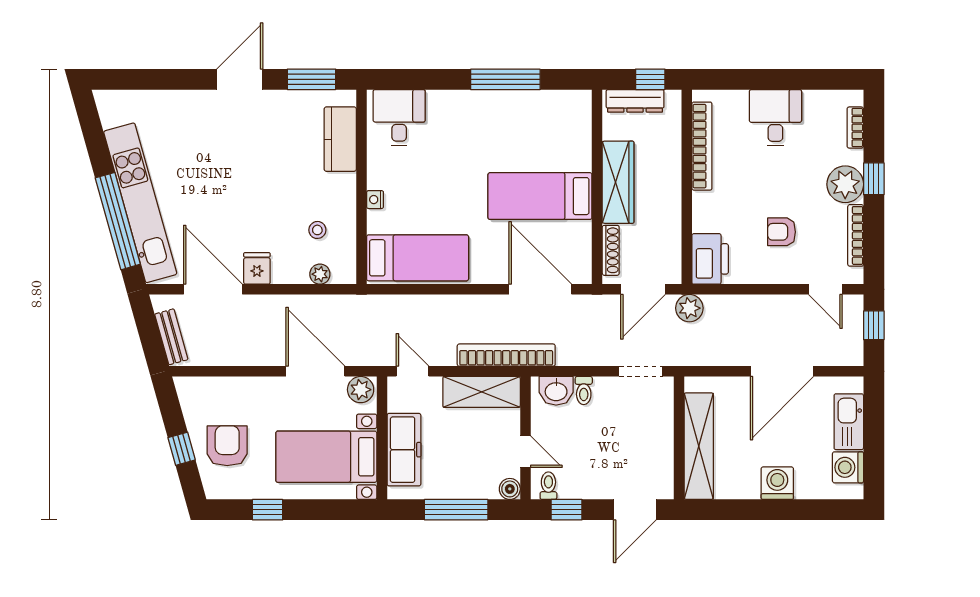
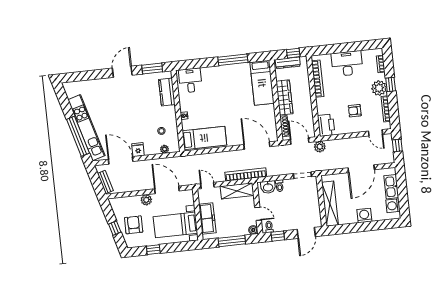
desk: (775, 118) -> (347, 63), width x1.37
bed: (540, 196) -> (262, 83), moved, turned -90
door: (643, 289) -> (300, 141), swing flipped
plant: (361, 390) -> (146, 200), moved

